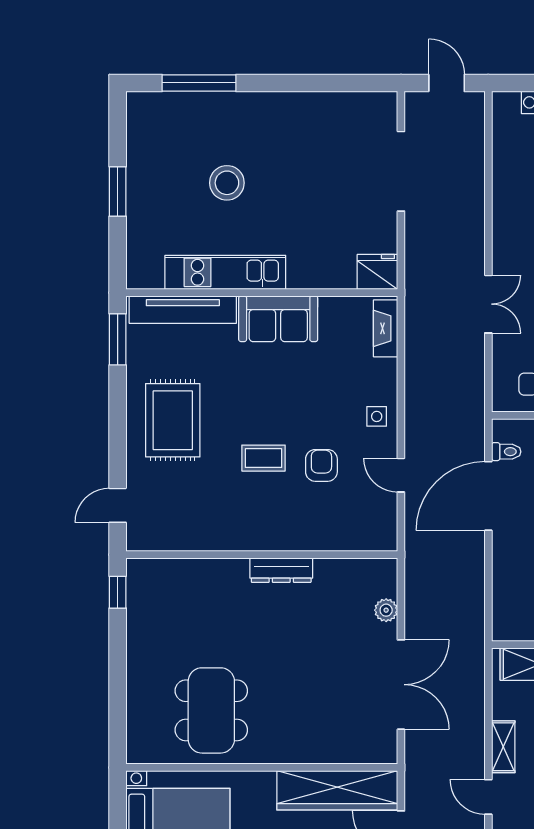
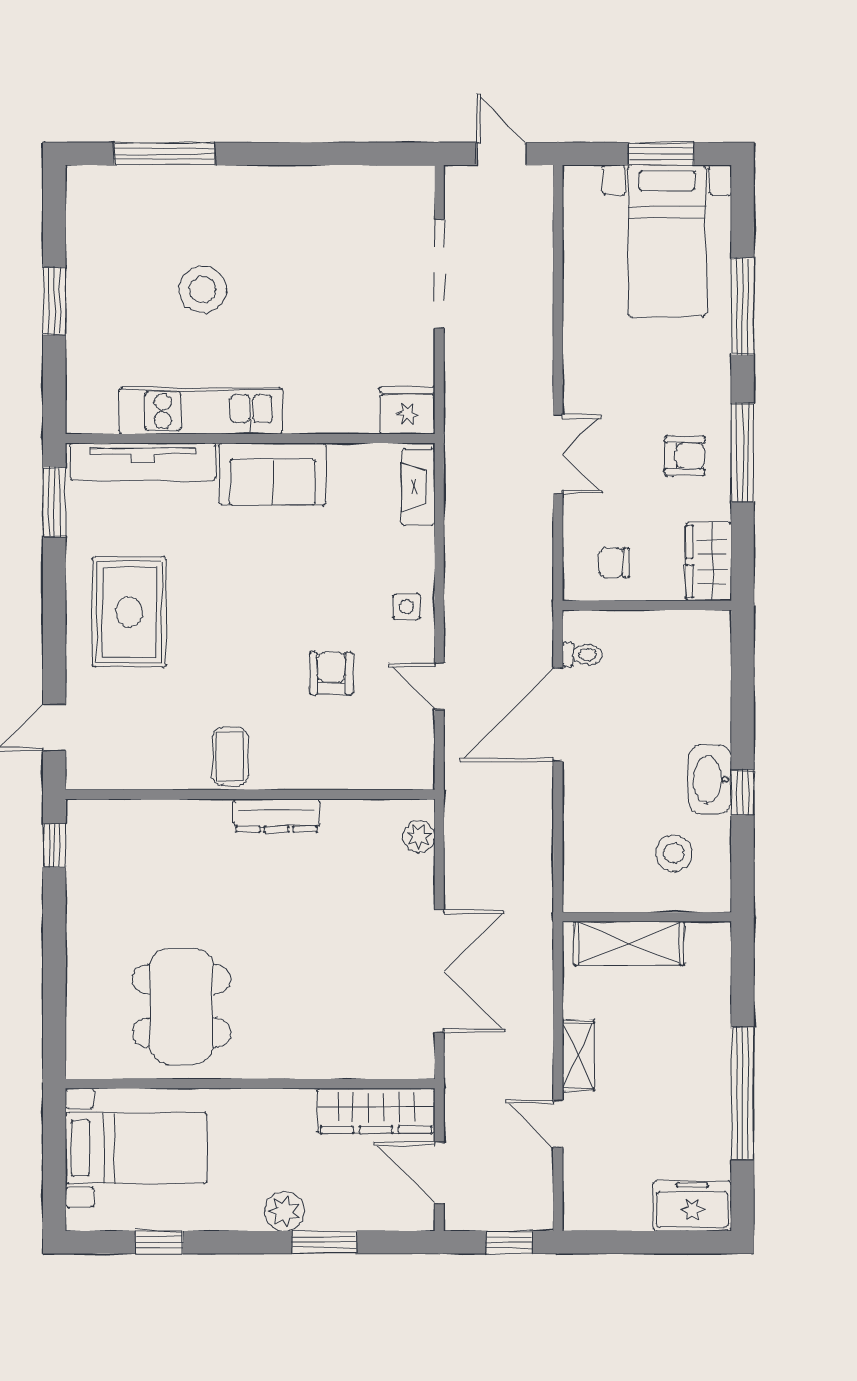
coffee table: (264, 458) -> (230, 757), moved, turned 90
plant: (386, 610) -> (419, 837), moved
wardrobe: (337, 790) -> (376, 1111), width x0.71, depth x0.85

